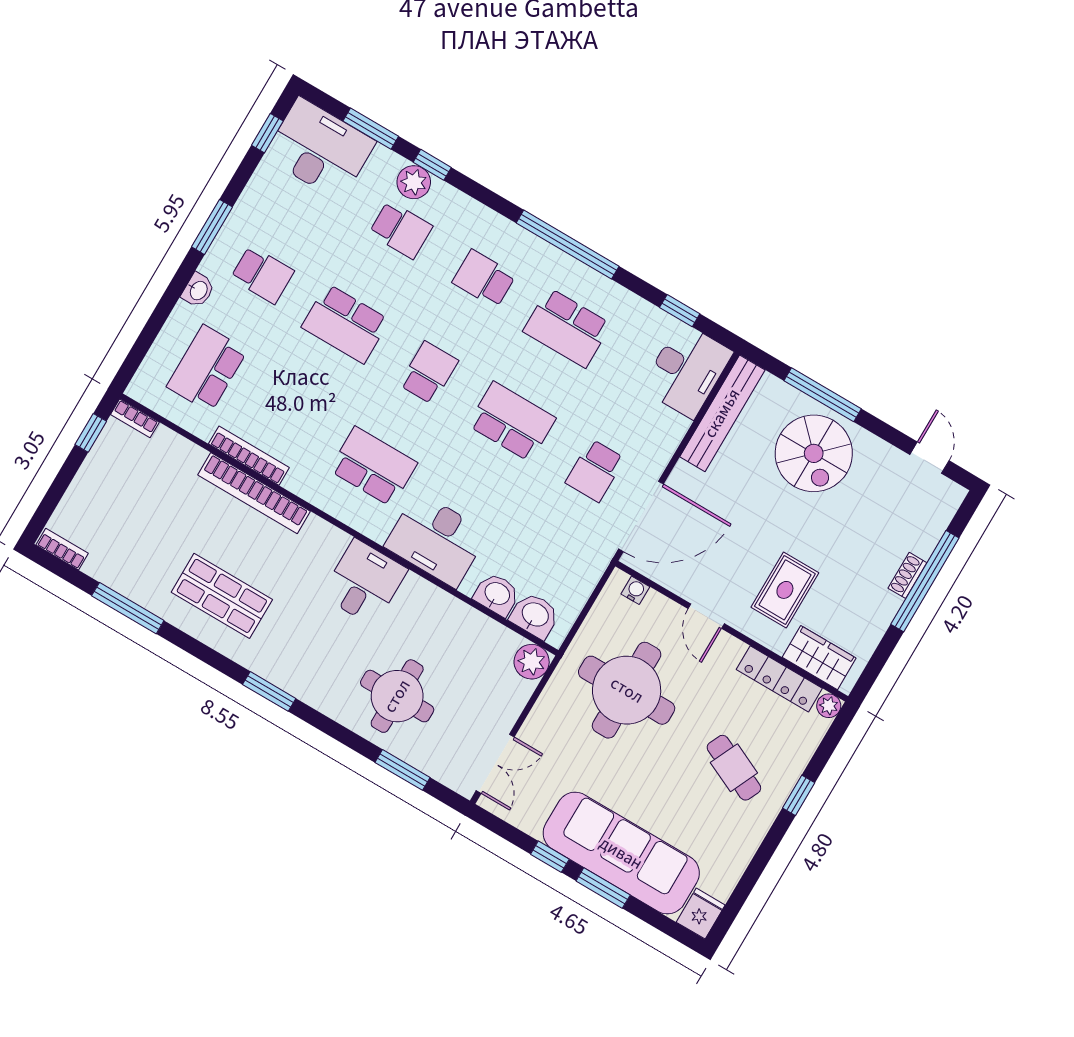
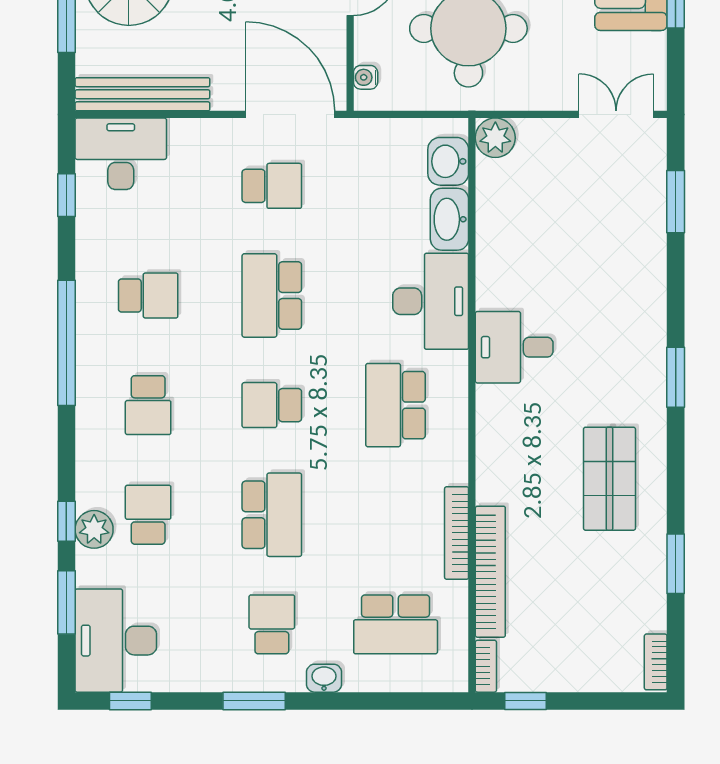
school desk: (567, 328) -> (148, 295), width x0.54
bookcase: (254, 493) -> (490, 572), moved
washbasin: (497, 594) -> (449, 219), width x1.38
window: (128, 608) -> (676, 564), width x0.69
round table: (397, 696) -> (606, 249), removed

